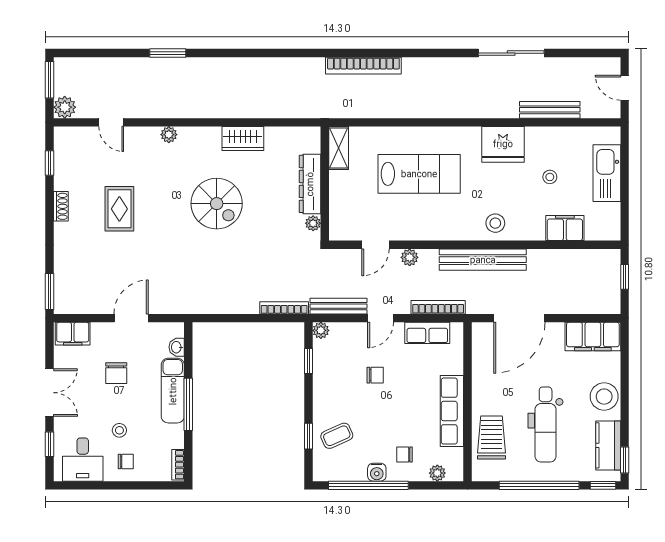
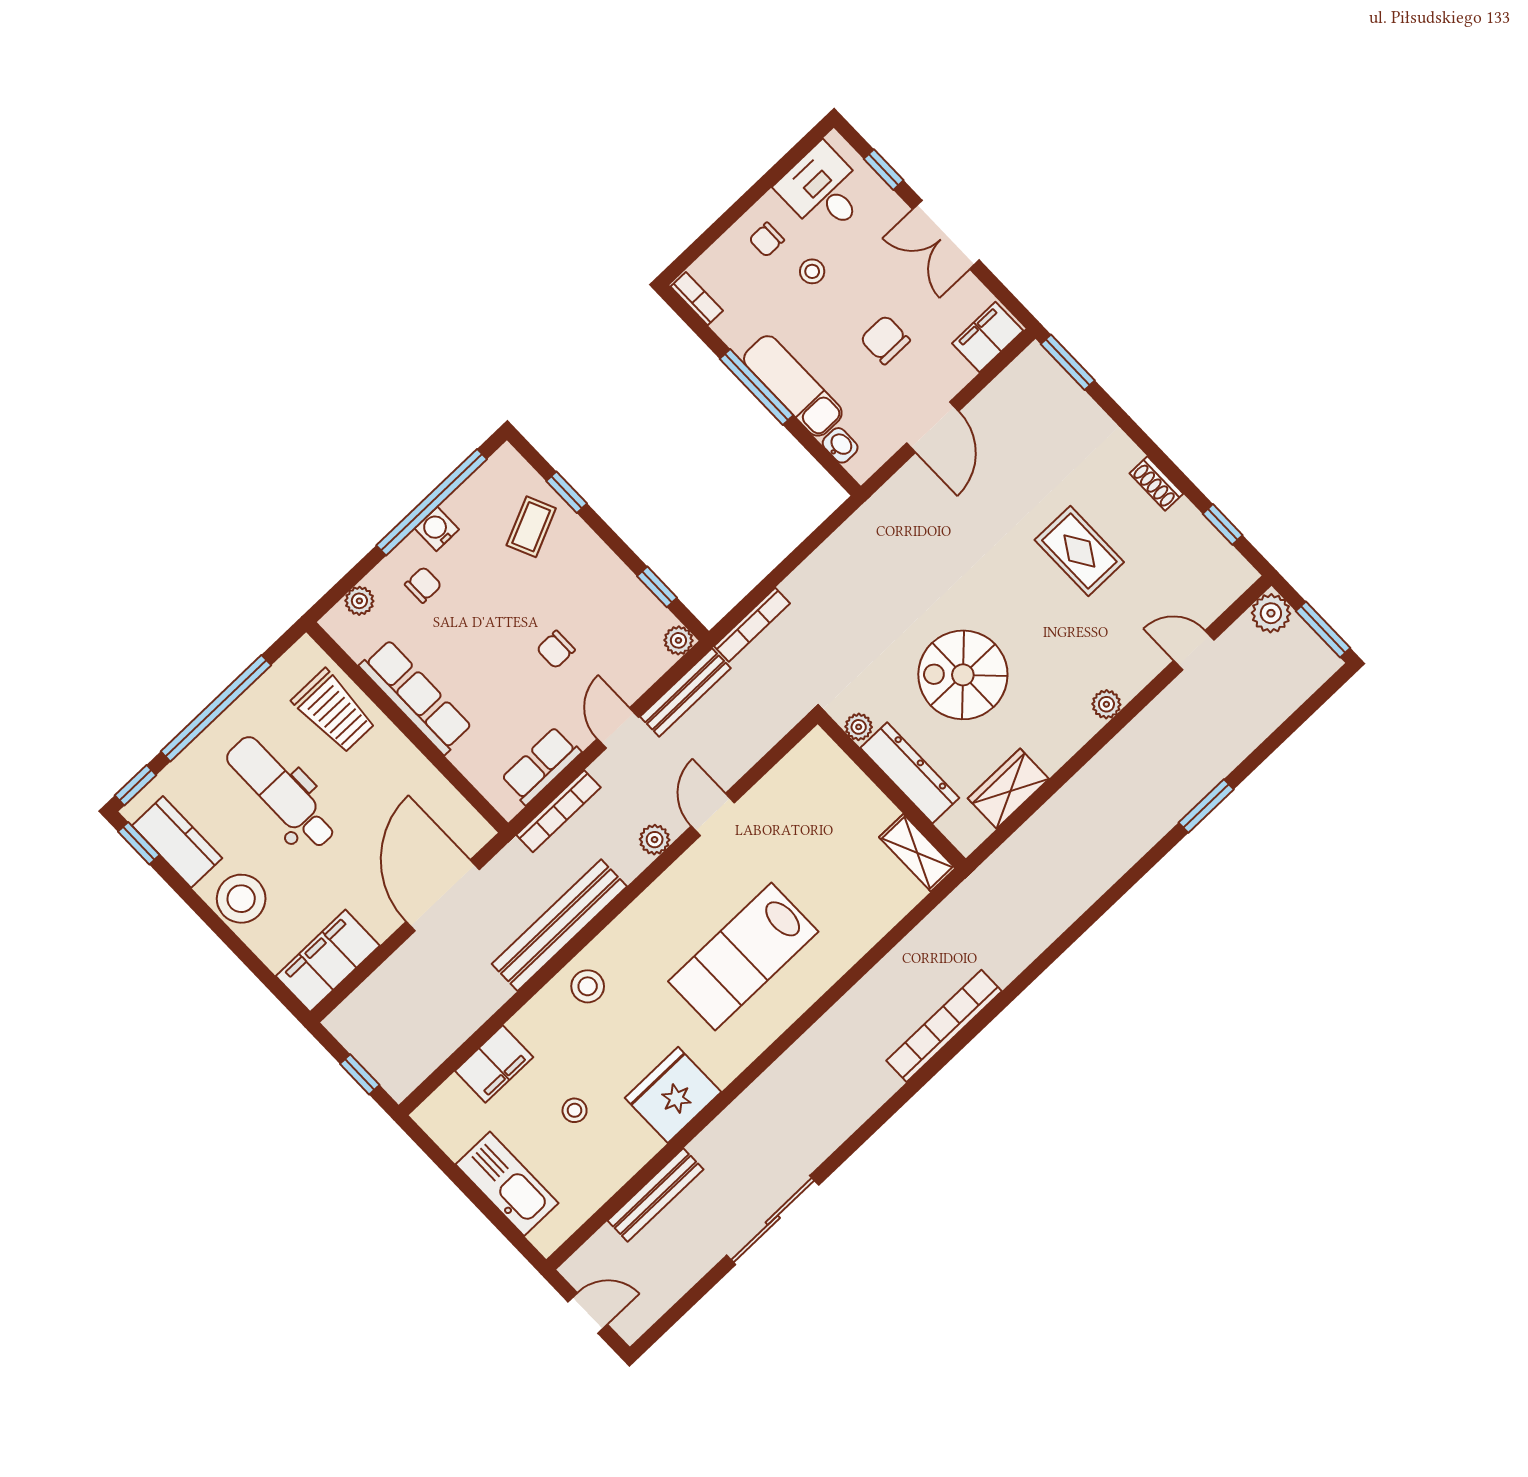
shelving: (339, 148) -> (917, 853), moved
dresser: (310, 184) -> (910, 773), moved
wall: (325, 184) -> (892, 791), moved
plant: (313, 223) -> (859, 727), moved

